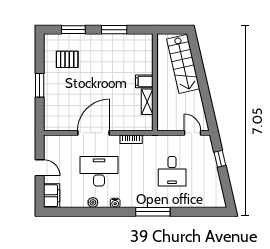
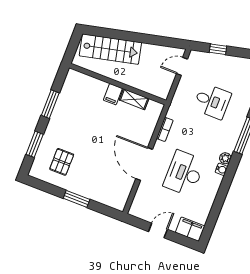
plant: (93, 202) -> (225, 158), moved

